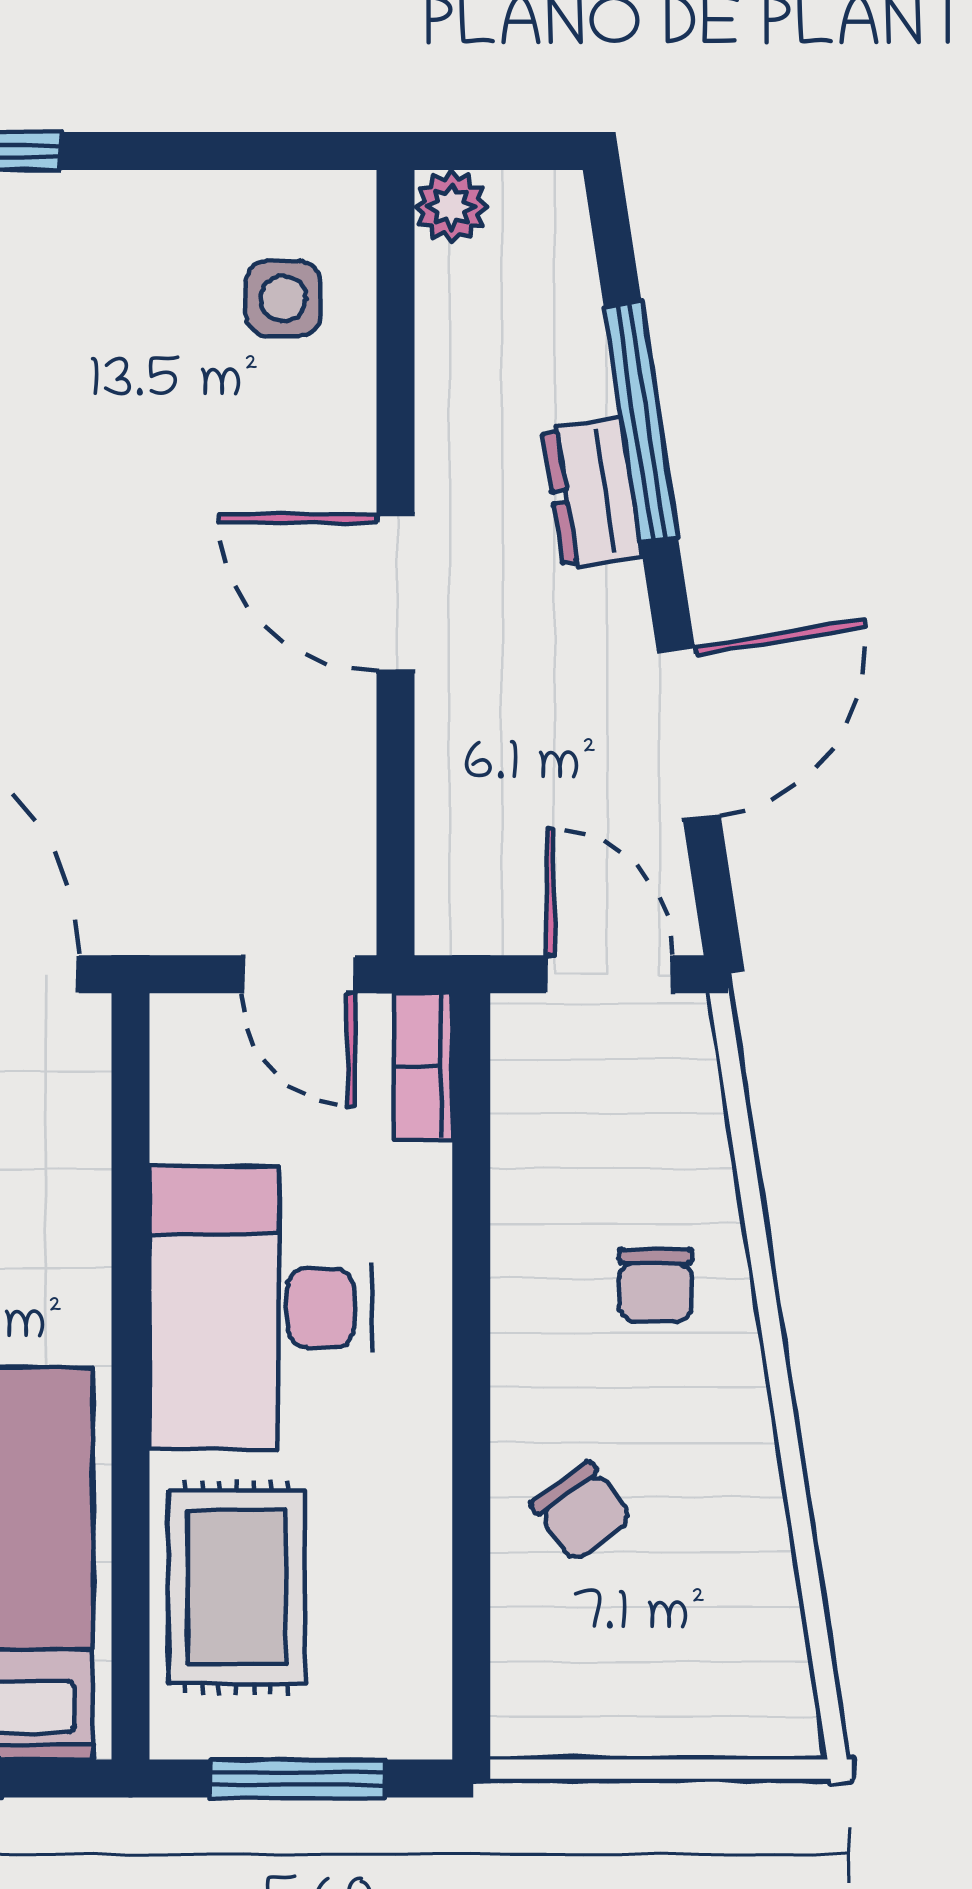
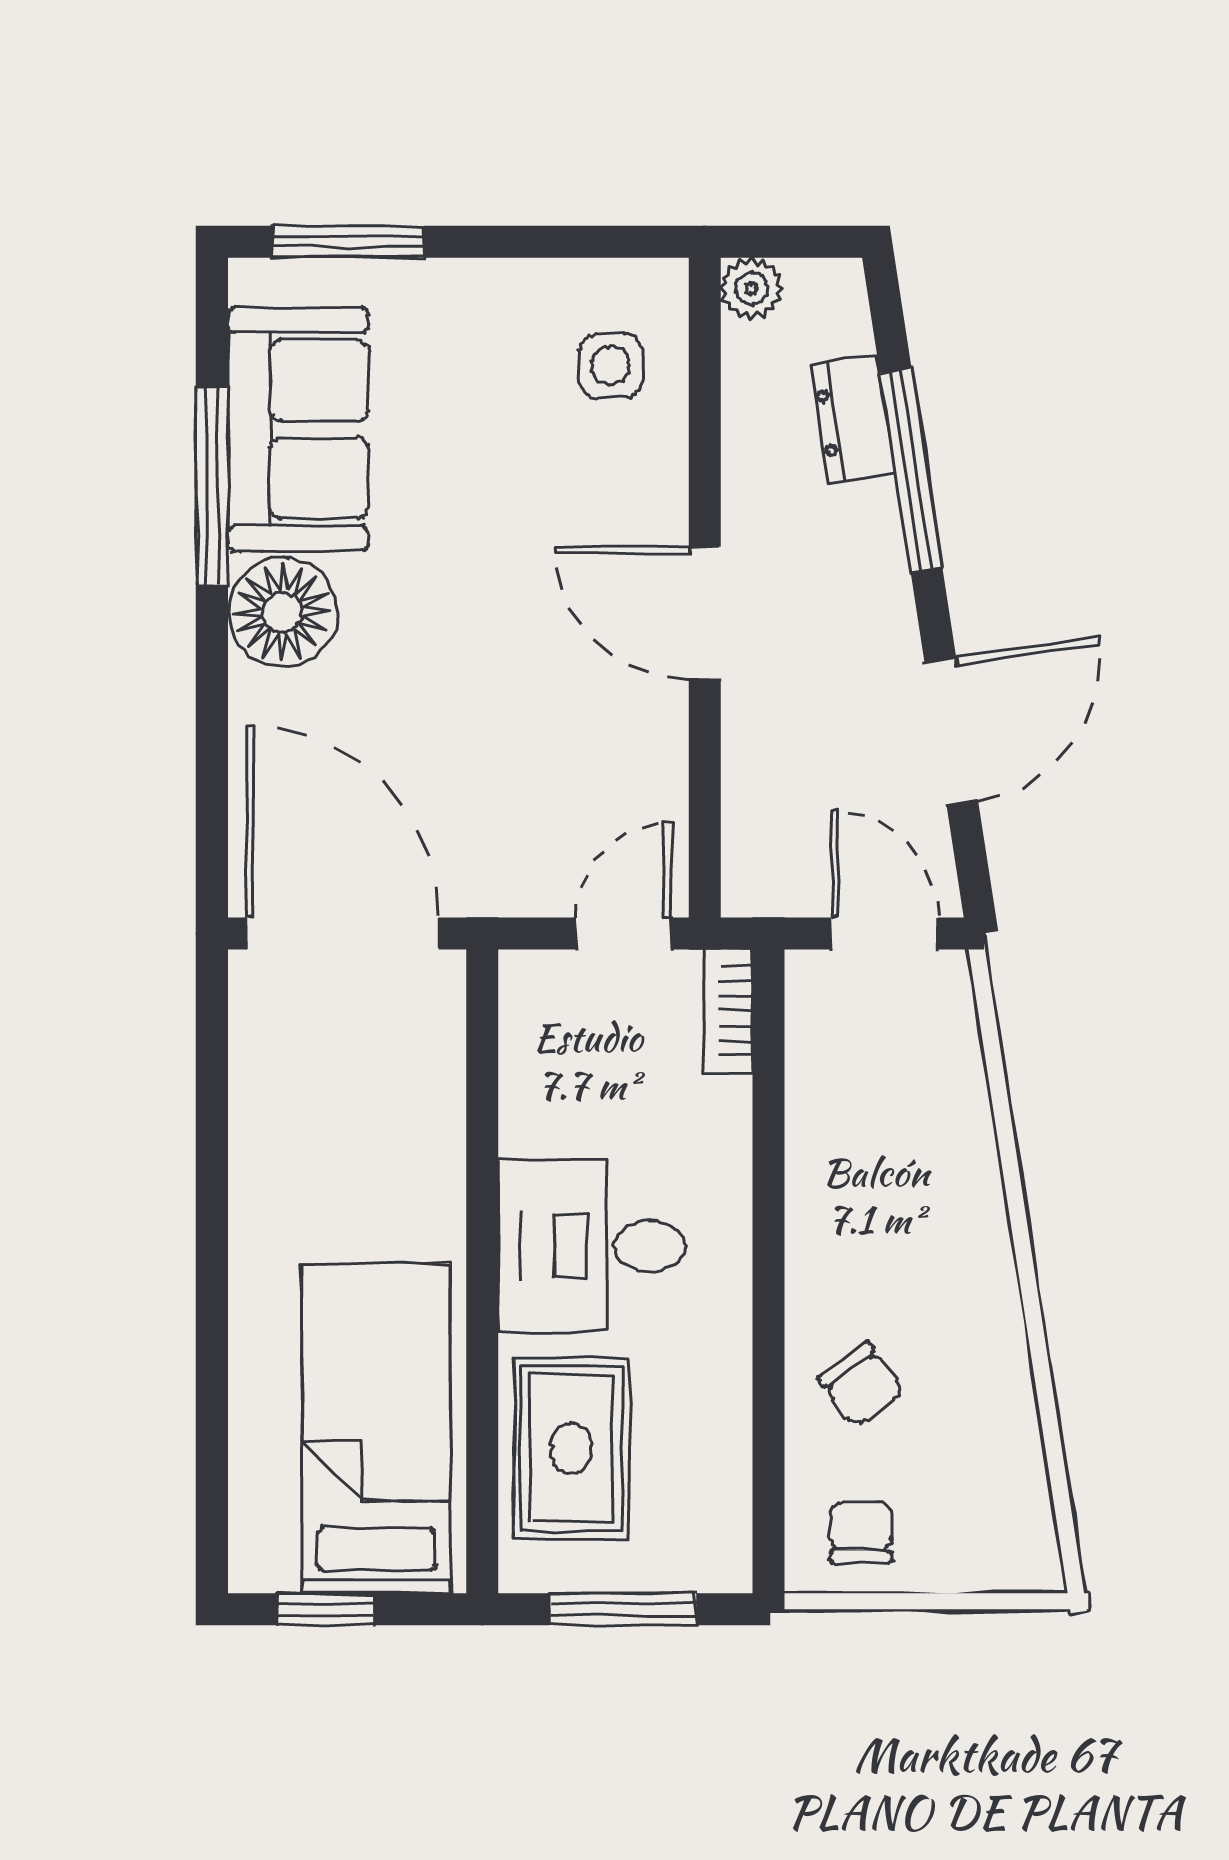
dresser: (592, 492) -> (853, 419), moved
door: (299, 974) -> (623, 933), swing flipped
chair: (656, 1285) -> (861, 1532), moved, turned 180
desk: (261, 1308) -> (592, 1246), width x0.73

